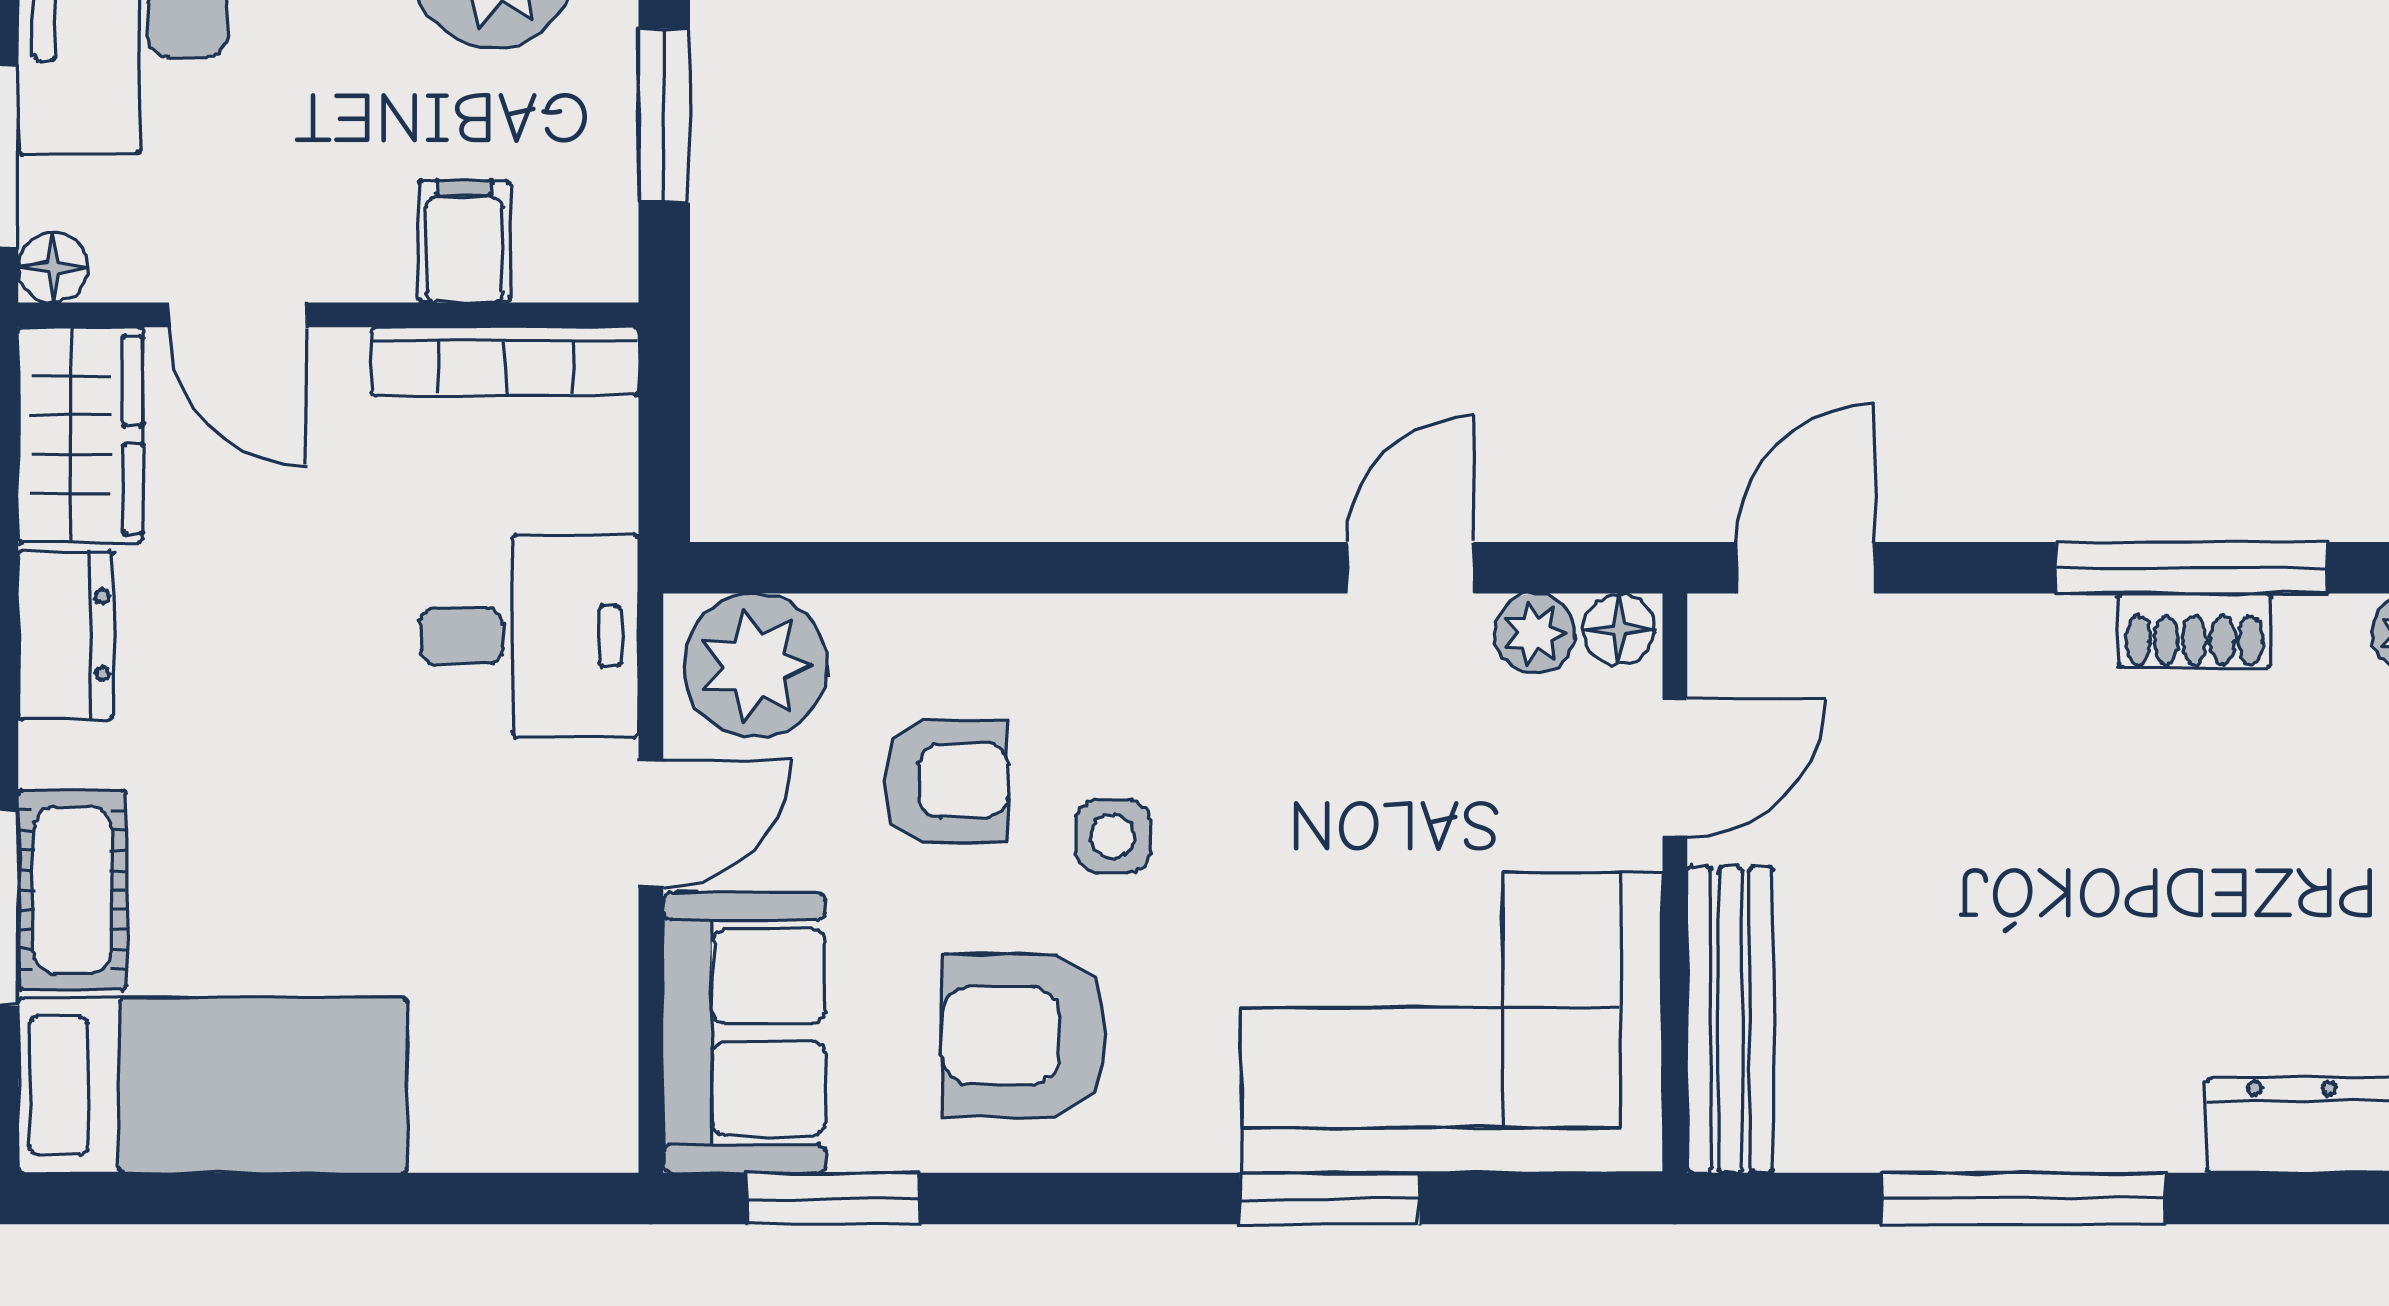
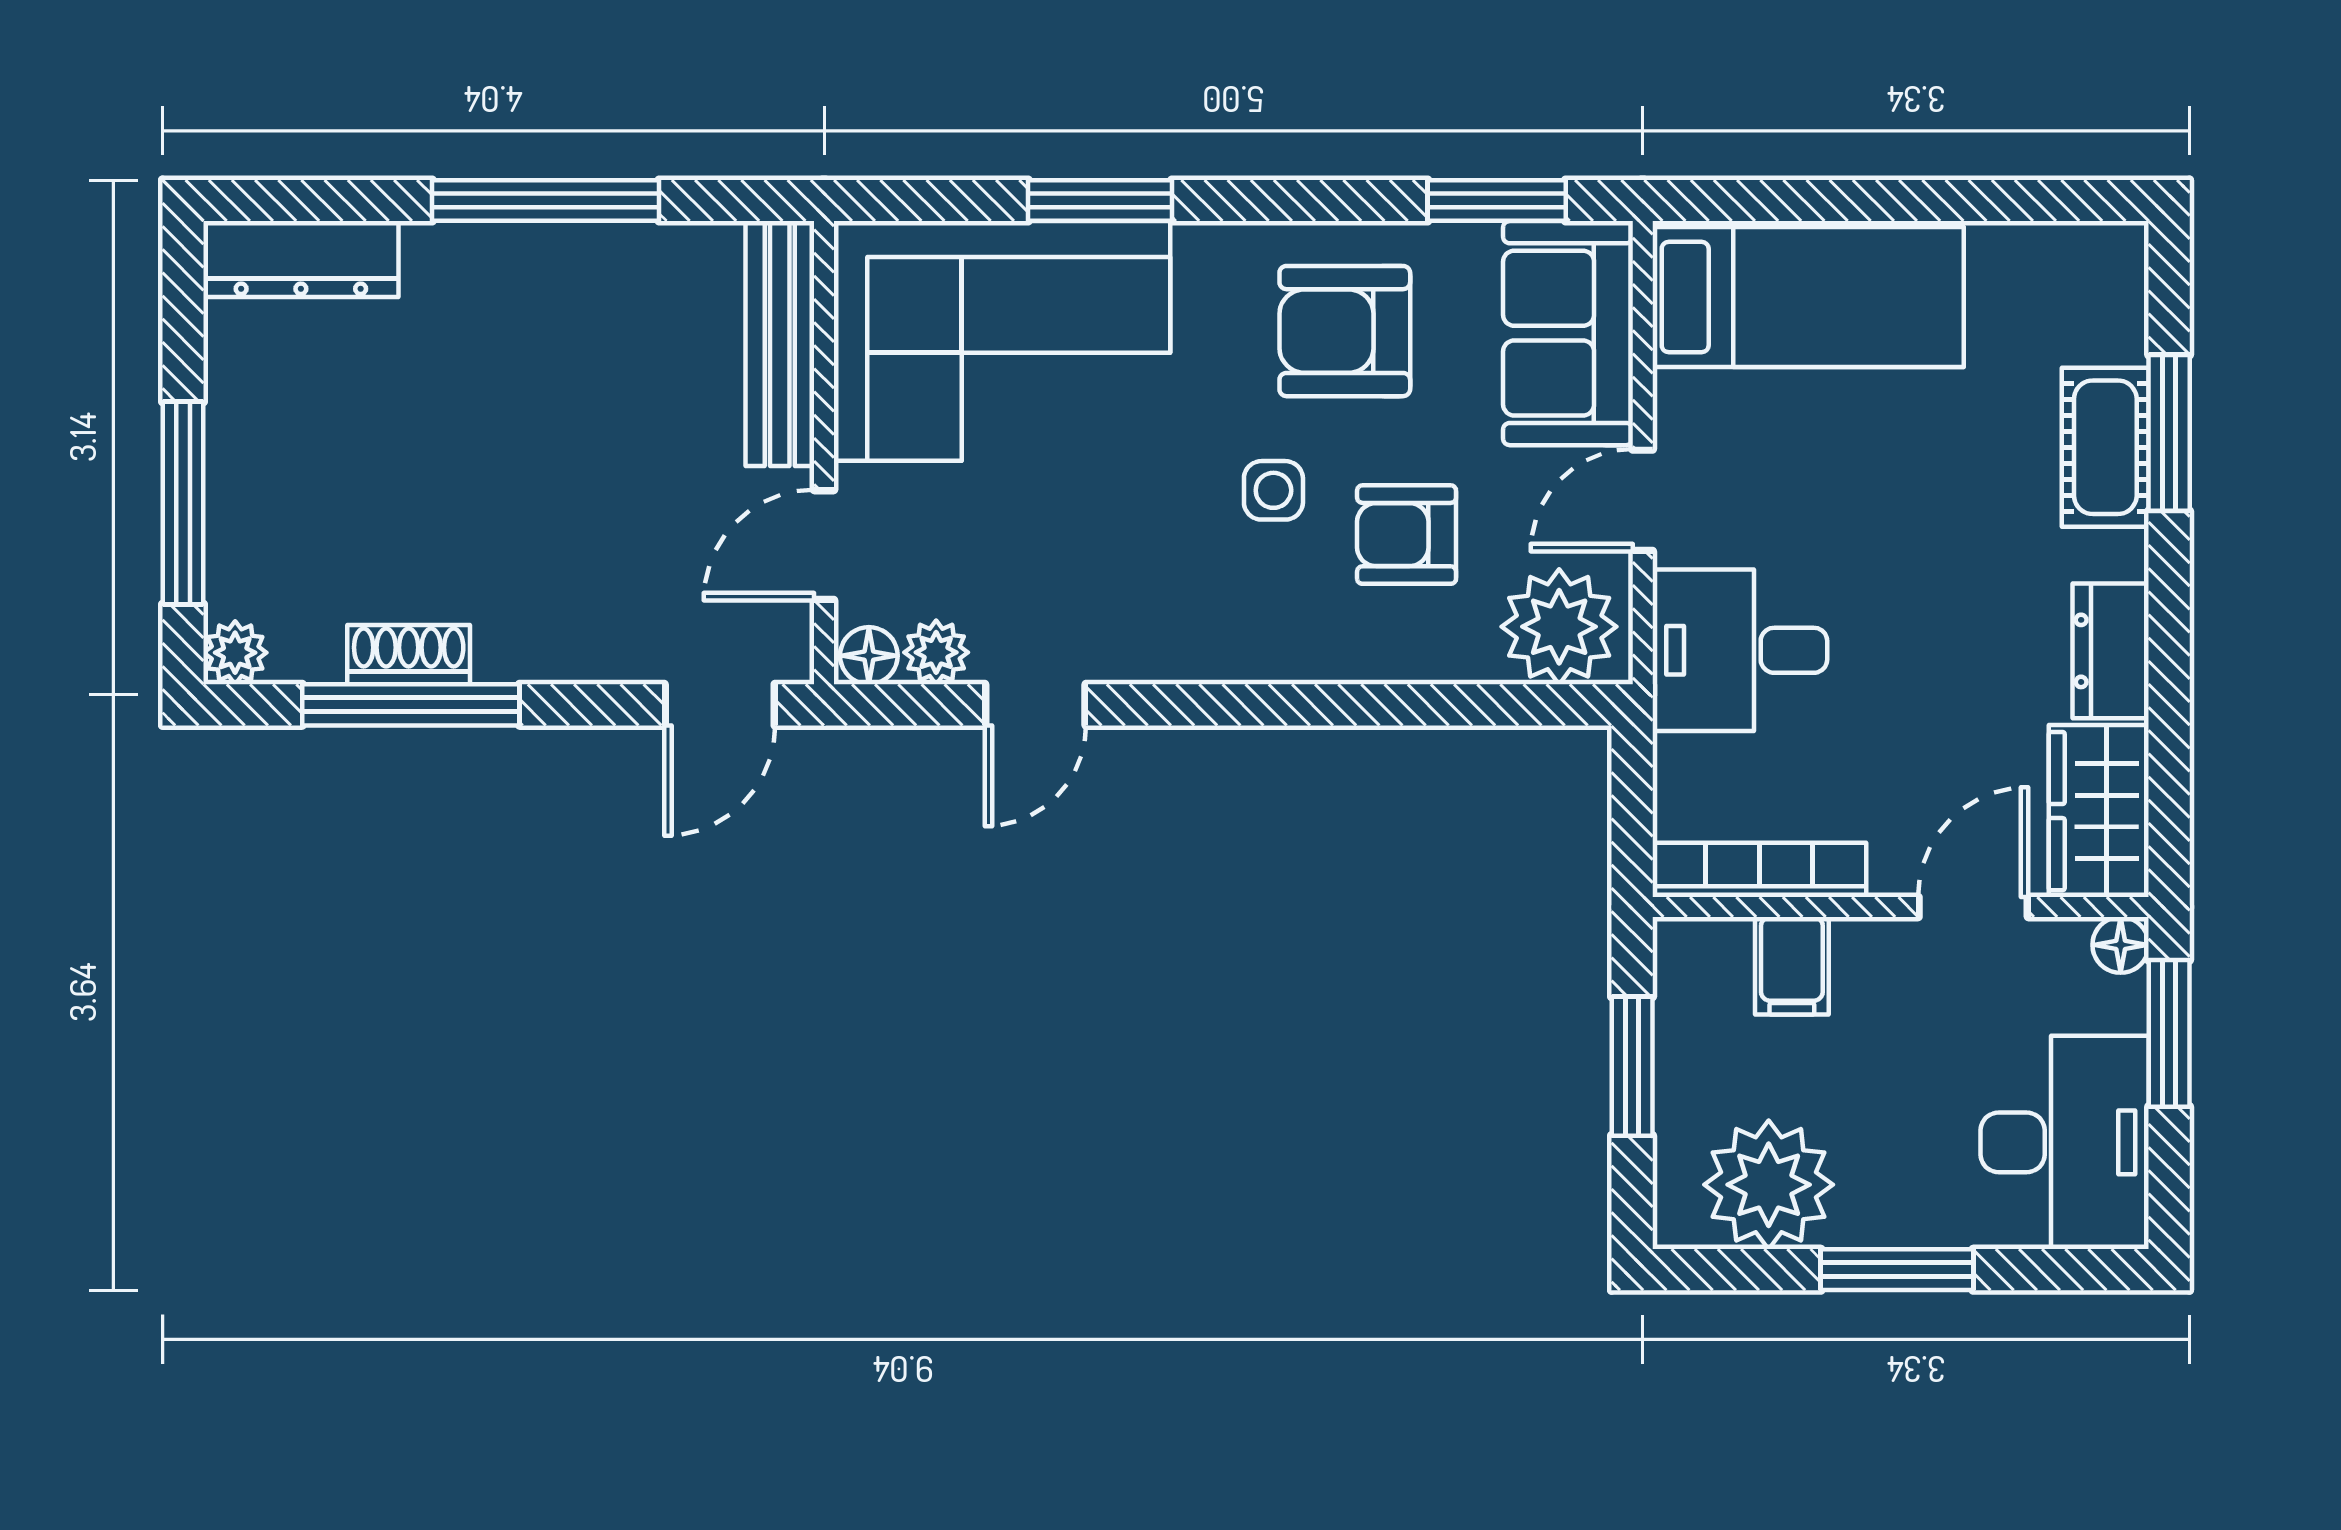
door: (237, 315) -> (1973, 907), hinge flipped
armchair: (1024, 1035) -> (1345, 331), turned 180
bed: (213, 1085) -> (1808, 297), moved, turned 180

